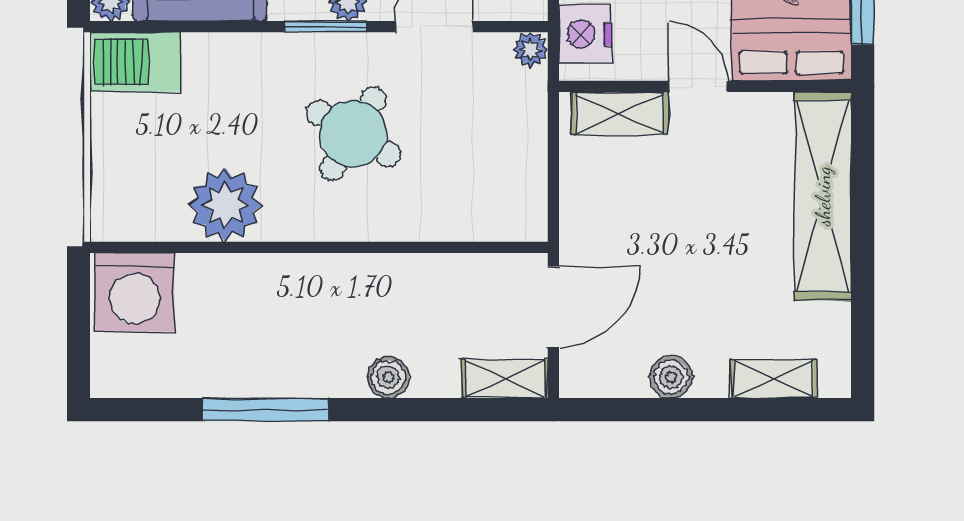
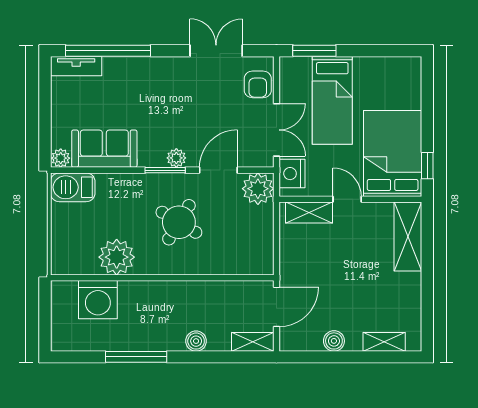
plant: (530, 50) -> (258, 189), width x1.88, depth x1.88
shelving: (823, 196) -> (408, 237), width x0.68
washing machine: (135, 292) -> (98, 300), moved

